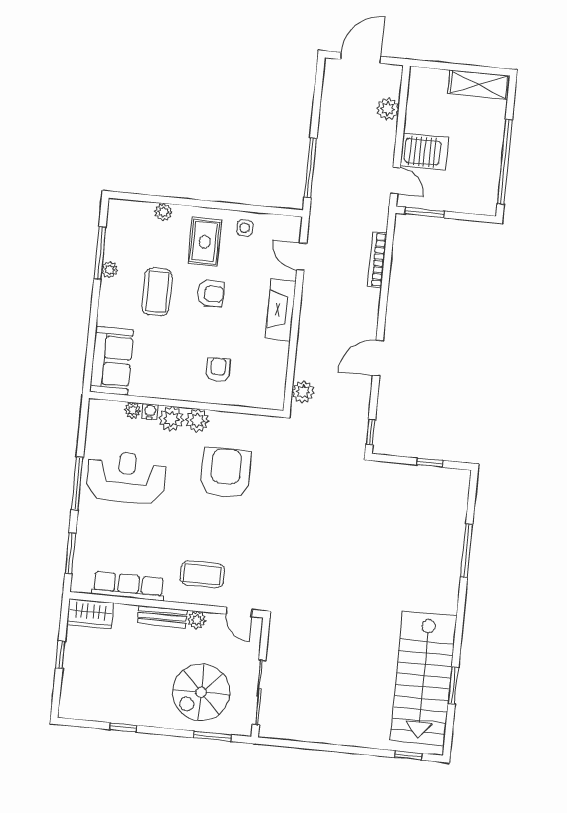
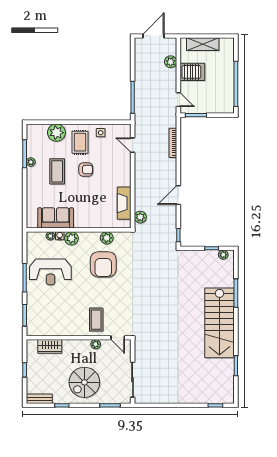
shelving: (479, 85) -> (203, 44), moved
server rack: (424, 152) -> (192, 72), moved
plant: (163, 212) -> (56, 133), width x1.88, depth x1.88
fireplace: (281, 310) -> (124, 203), moved
sofa: (112, 361) -> (56, 218), moved, turned -90
armchair: (218, 370) -> (94, 210), removed
plant: (197, 420) -> (107, 238), moved
armchair: (226, 473) -> (103, 264), turned 180
reception desk: (126, 477) -> (50, 272), turned 180
plant: (450, 477) -> (223, 255), added
coffee table: (202, 574) -> (96, 320), turned 90
row of seats: (128, 586) -> (57, 330), removed
wardrobe: (90, 613) -> (50, 346), moved
bench: (162, 617) -> (39, 399), moved
stairs: (423, 678) -> (219, 323), moved
spiral stairs: (201, 692) -> (84, 382), moved

